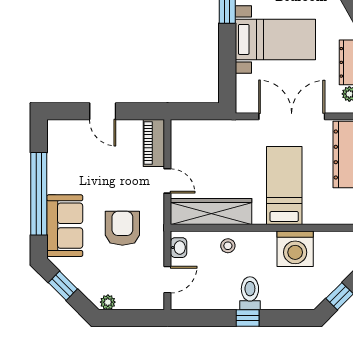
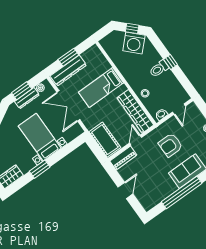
cot: (201, 135) -> (105, 140), added
washing machine: (295, 249) -> (134, 43), moved, turned 135
door: (167, 280) -> (179, 109), swing flipped

